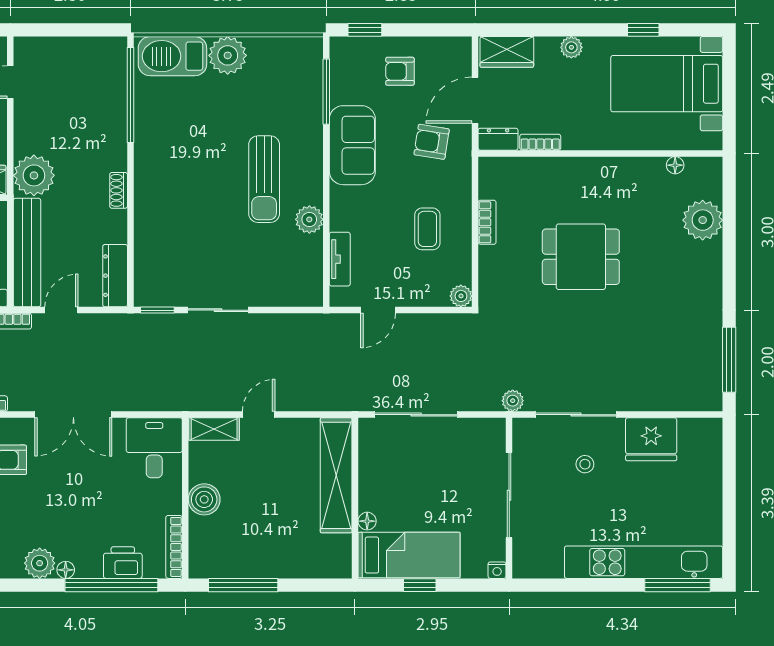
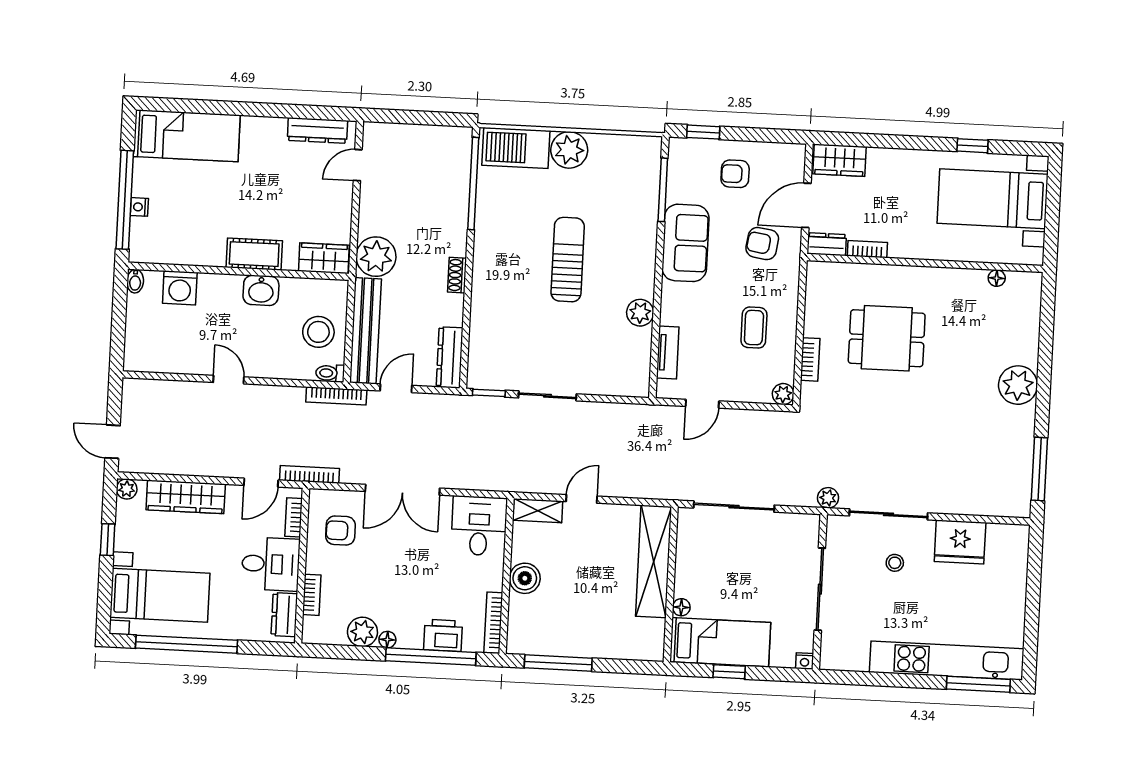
plant: (571, 47) -> (902, 159), removed
sun lounger: (264, 179) -> (568, 260), moved, turned 180
plant: (703, 220) -> (1018, 385), moved
bookcase: (487, 222) -> (810, 359), moved
dining table: (581, 257) -> (887, 338), moved

